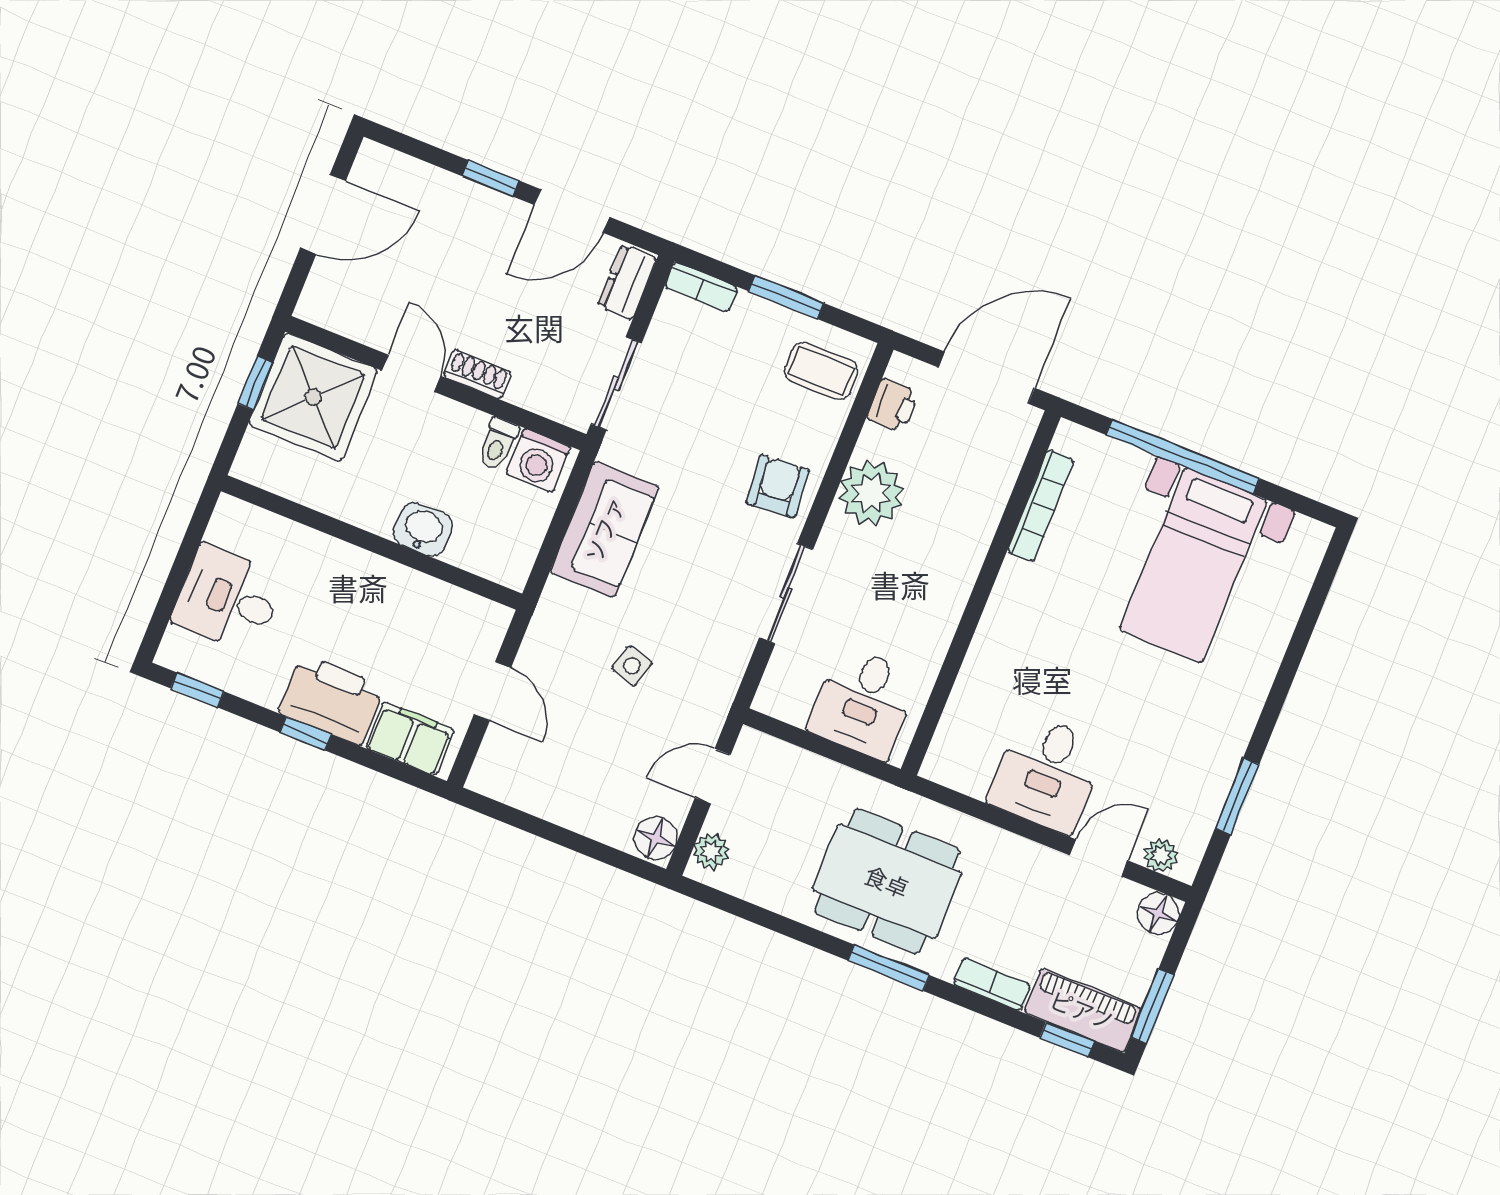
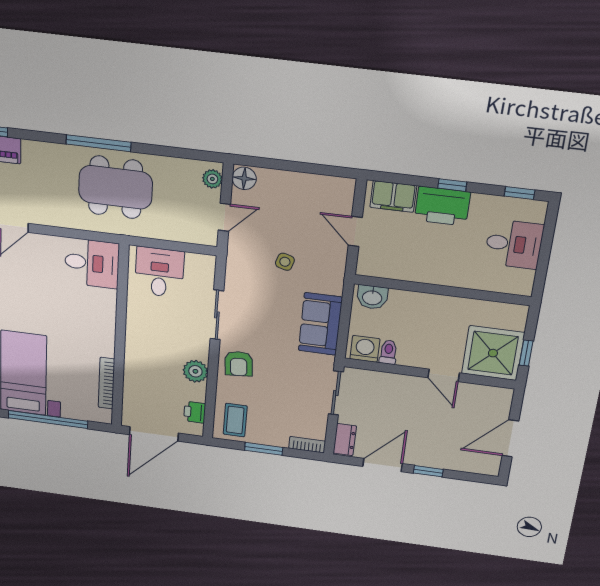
coffee table: (821, 371) -> (235, 420), turned 90
shoe rack: (477, 374) -> (409, 382), removed
plant: (871, 493) -> (195, 371), width x0.73, depth x0.73
washbasin: (423, 529) -> (372, 297), moved
desk: (1047, 773) -> (92, 263), moved, turned 90
window: (889, 968) -> (98, 143), width x1.44
bookcase: (992, 984) -> (42, 149), removed

